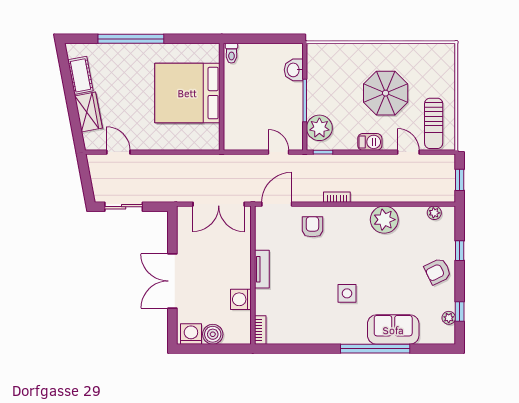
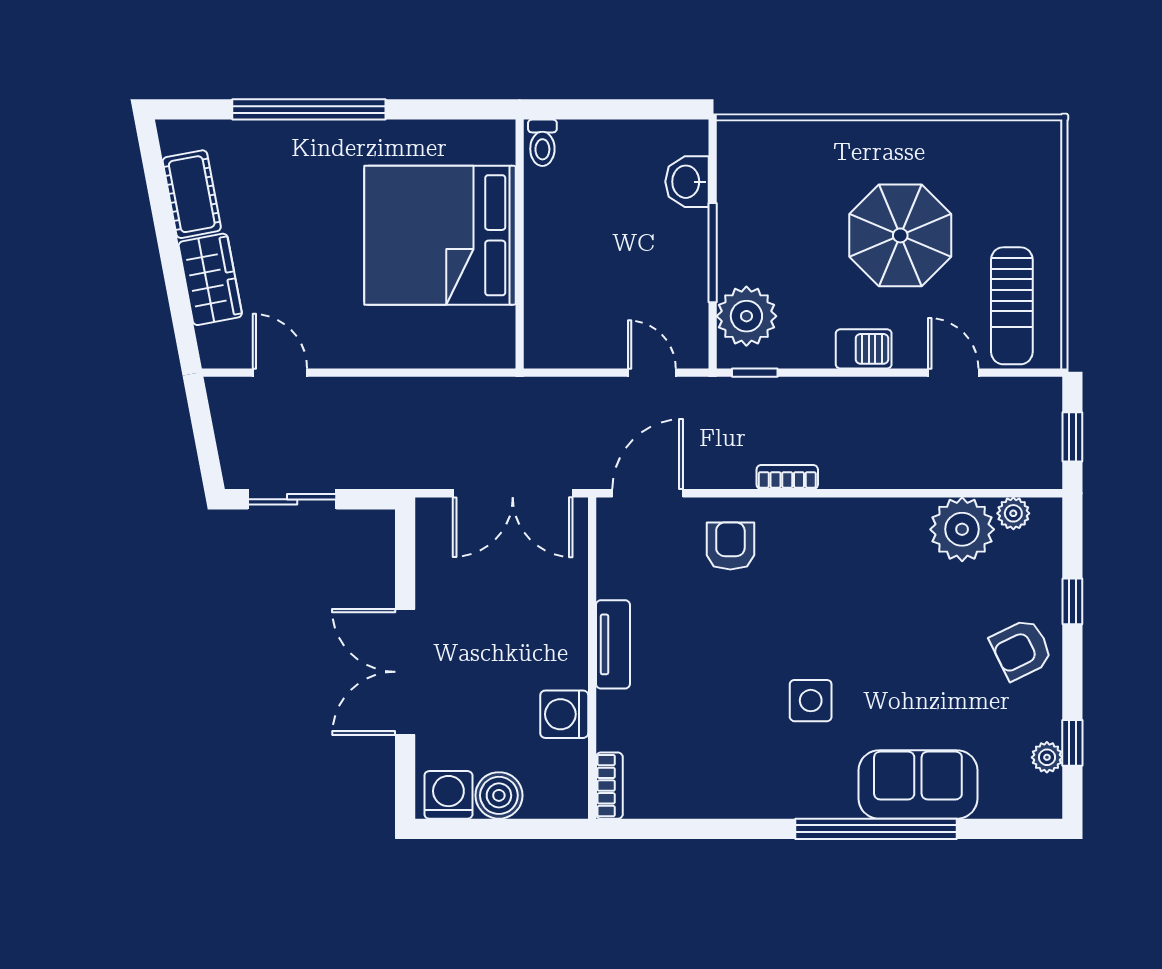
plant: (384, 220) -> (962, 529), moved

